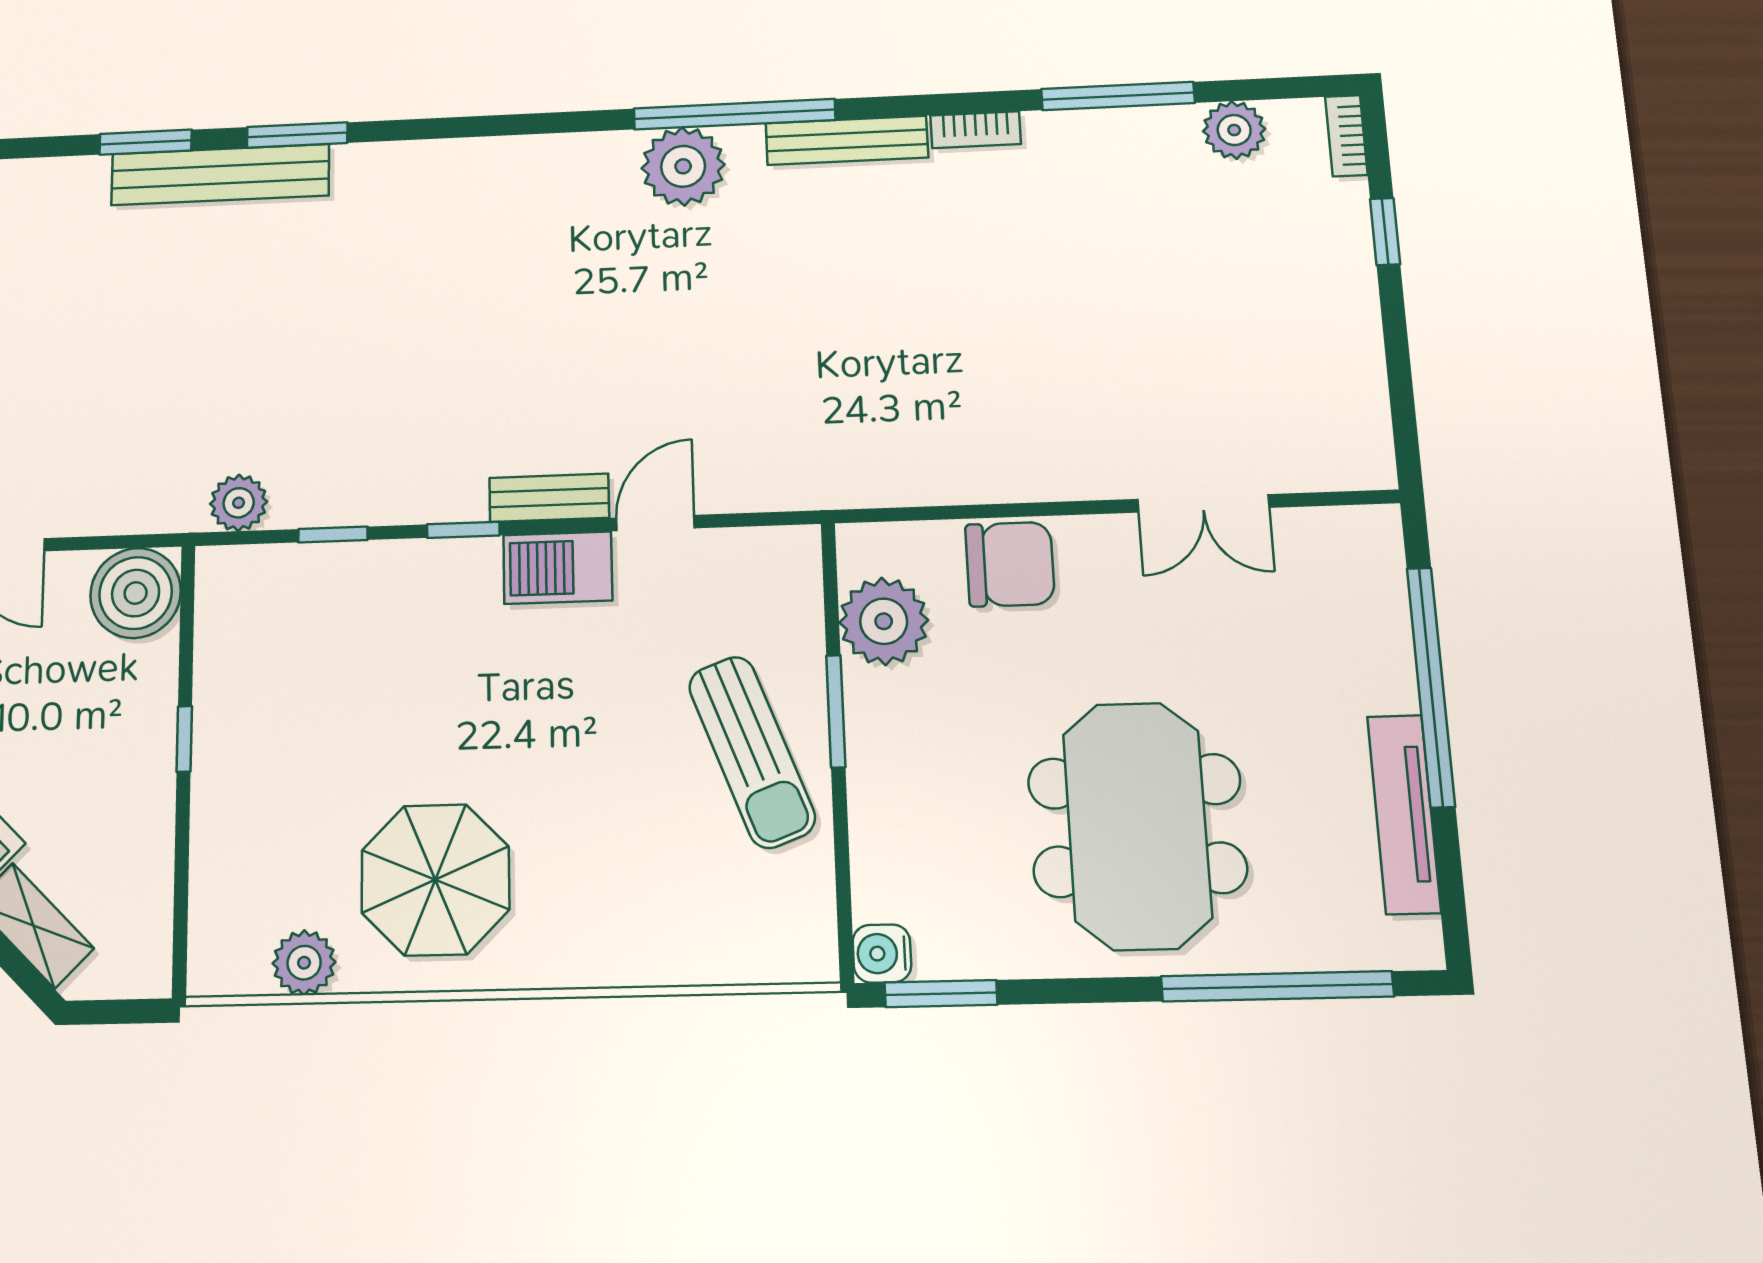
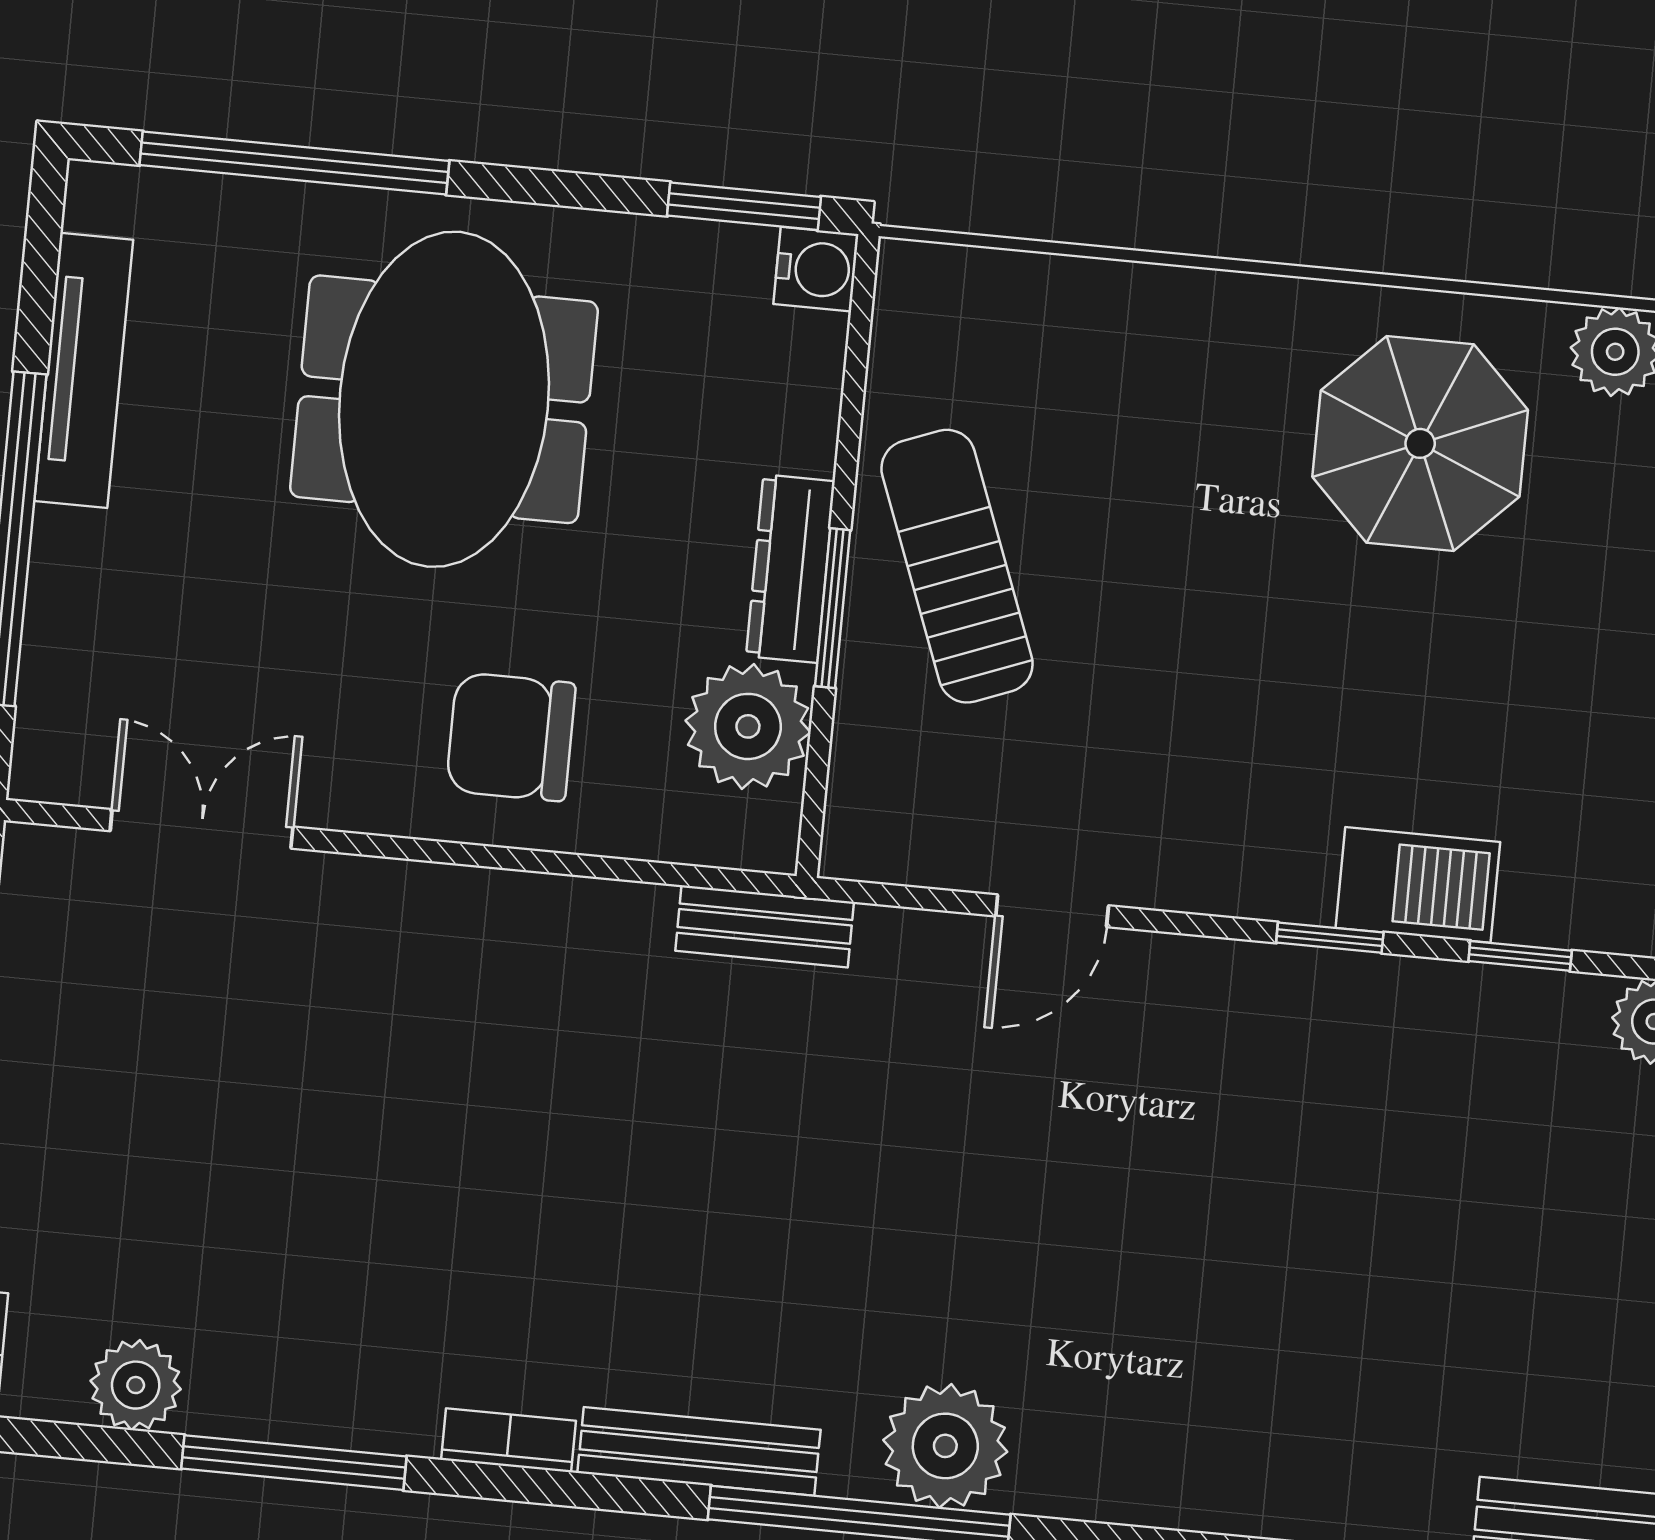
bench: (549, 498) -> (765, 926), moved
double door: (1203, 503) -> (202, 829), moved
chair: (1010, 564) -> (511, 737), moved
barbecue: (558, 568) -> (1418, 885), moved
dresser: (870, 735) -> (790, 569), added

